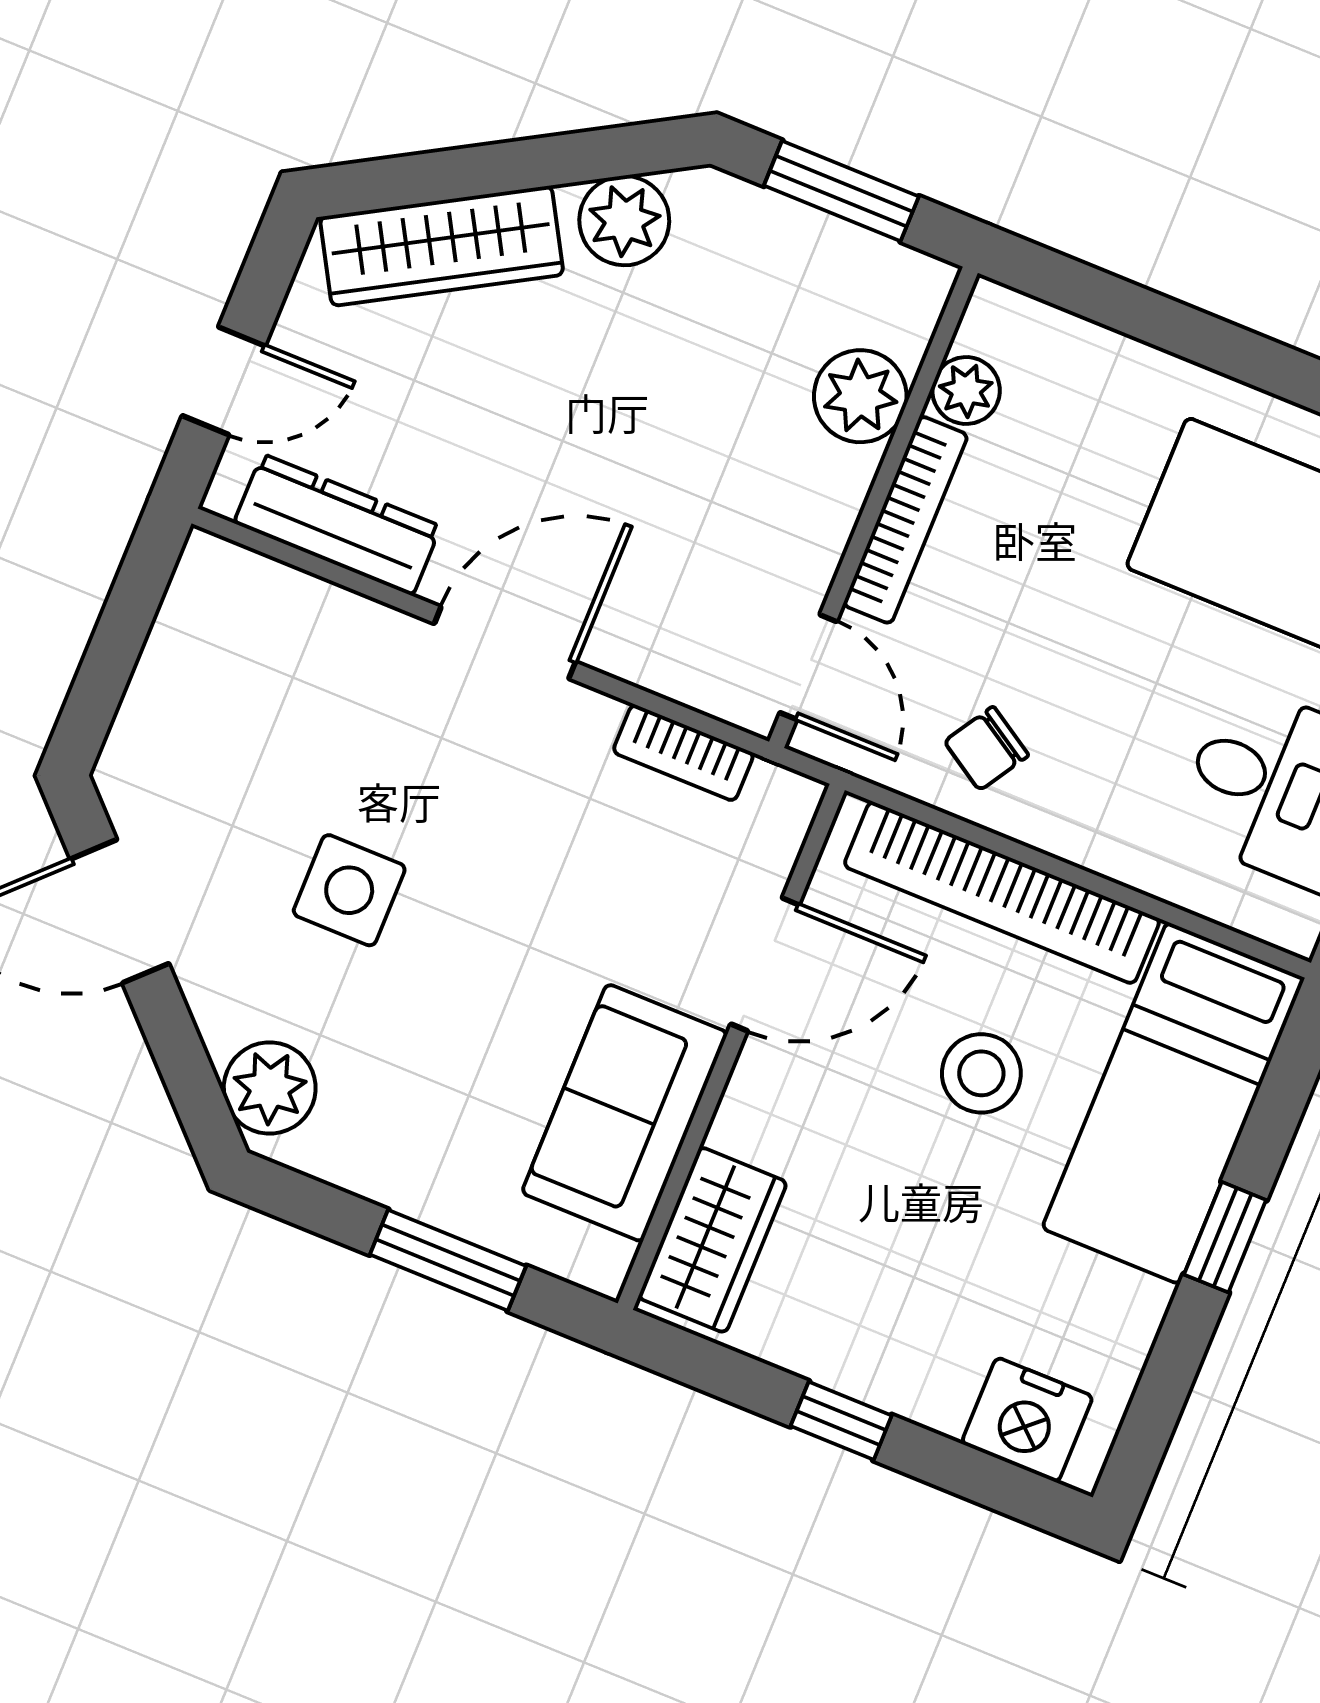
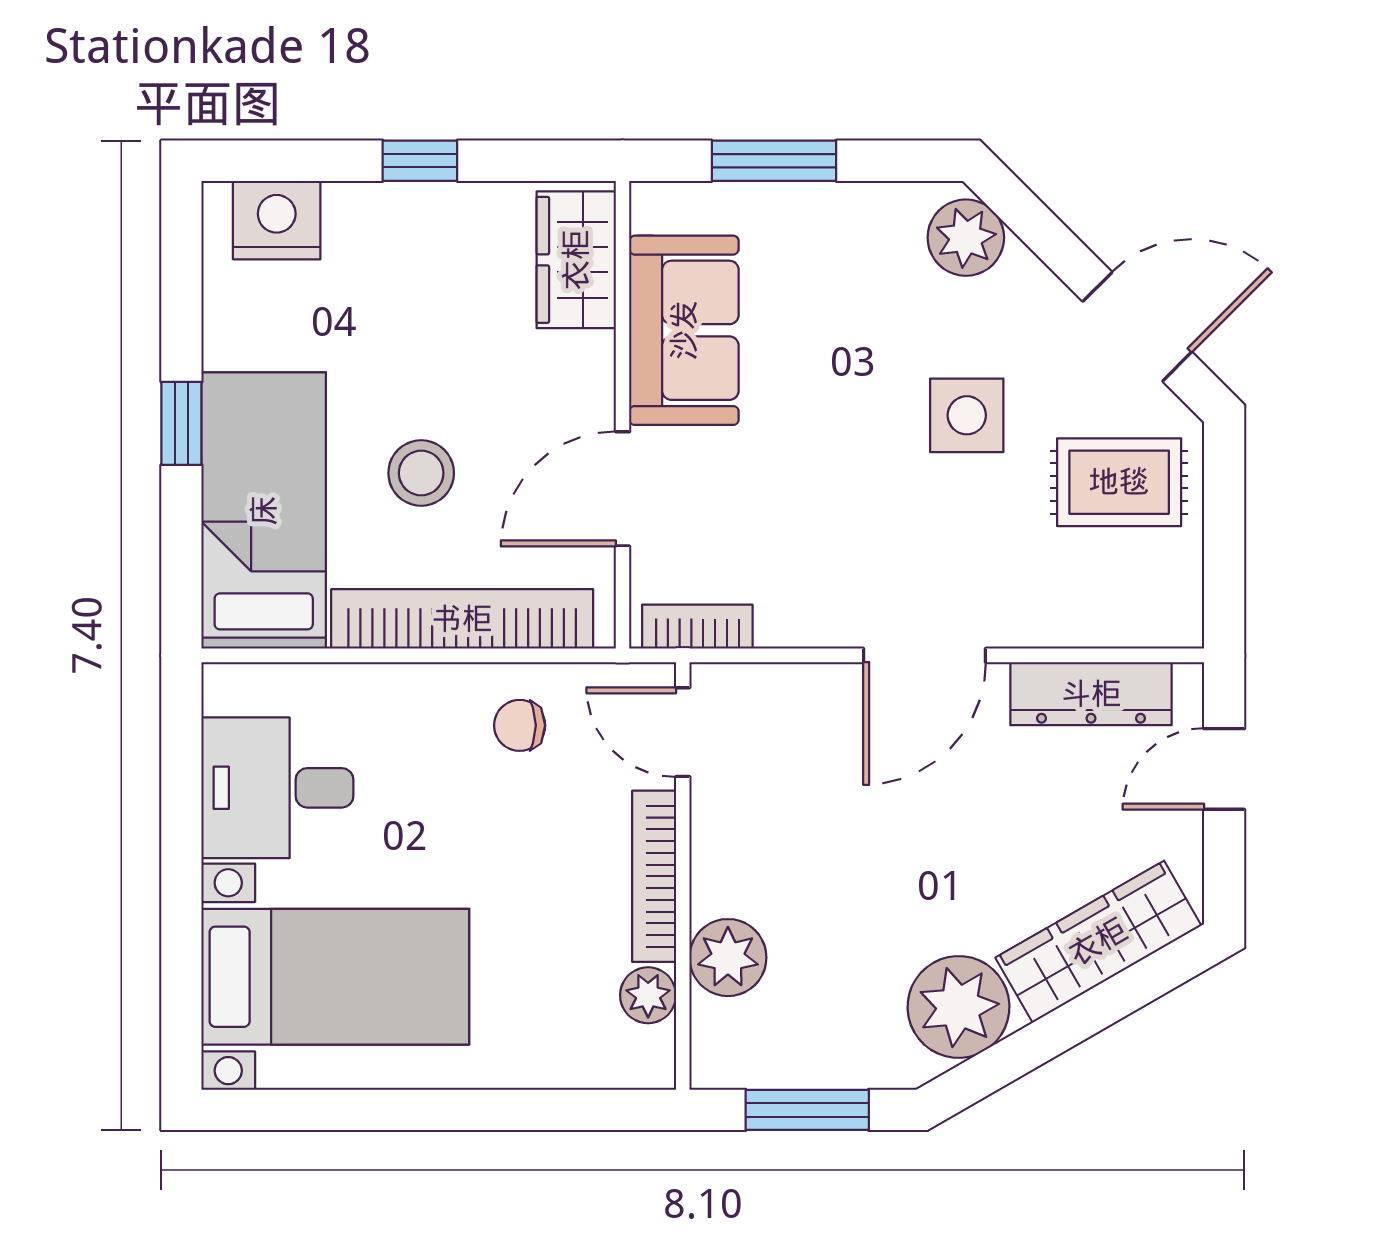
plant: (624, 221) -> (959, 1007), width x1.36, depth x1.36
rug: (210, 747) -> (1119, 482), added
chair: (986, 748) -> (520, 725), turned -122
bookcase: (683, 753) -> (697, 627), moved

